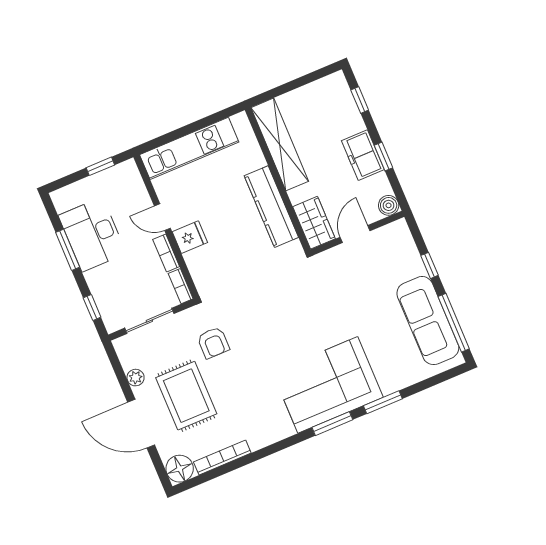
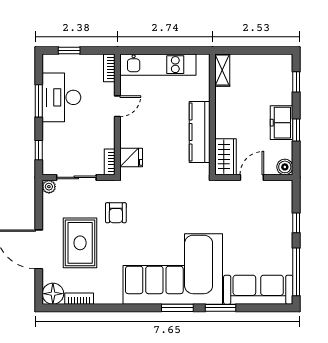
shelving: (280, 144) -> (222, 70), width x0.45, depth x0.75
window: (100, 166) -> (69, 50), moved
door: (162, 217) -> (117, 106), swing flipped
fridge: (190, 237) -> (131, 157), moved
bookcase: (166, 253) -> (109, 68), moved
sofa: (428, 321) -> (258, 290), moved, turned 90
plant: (136, 378) -> (49, 187), moved
corner sofa: (328, 385) -> (173, 269), width x1.36, depth x1.36
bookcase: (222, 457) -> (79, 299), width x0.64

